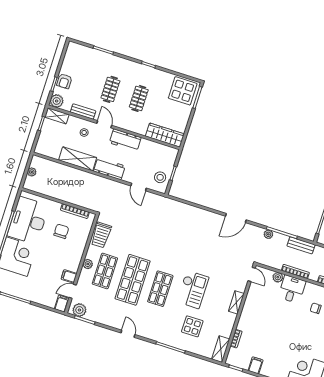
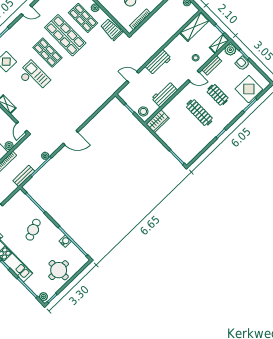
display table: (183, 91) -> (249, 89), moved
clothes rail: (139, 98) -> (199, 113), width x1.36
wardrobe: (165, 135) -> (158, 121), width x0.67
workbench: (125, 140) -> (165, 94), moved
shelving: (78, 159) -> (194, 27), moved
stool: (160, 177) -> (143, 111), moved
door: (236, 218) -> (70, 138), swing flipped
door: (252, 274) -> (22, 127), hinge flipped
checkout: (193, 289) -> (34, 77), turned 180

